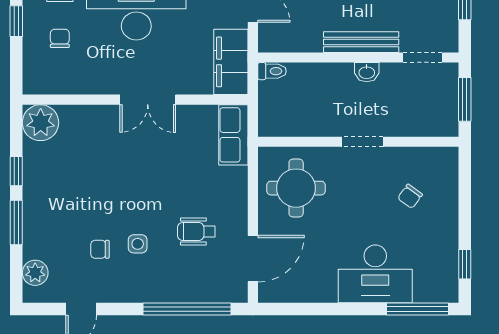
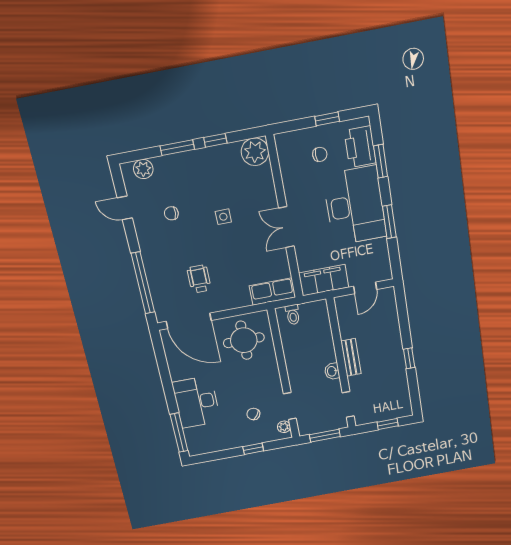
bench: (361, 42) -> (351, 357), width x0.73
toilet: (272, 71) -> (293, 315), moved
doorway: (363, 142) -> (290, 406), moved
plant: (439, 156) -> (284, 427), added
side table: (138, 244) -> (223, 217), moved
chair: (100, 249) -> (171, 213), turned -84
door: (253, 259) -> (189, 321), width x1.36
window: (465, 264) -> (253, 449), moved

